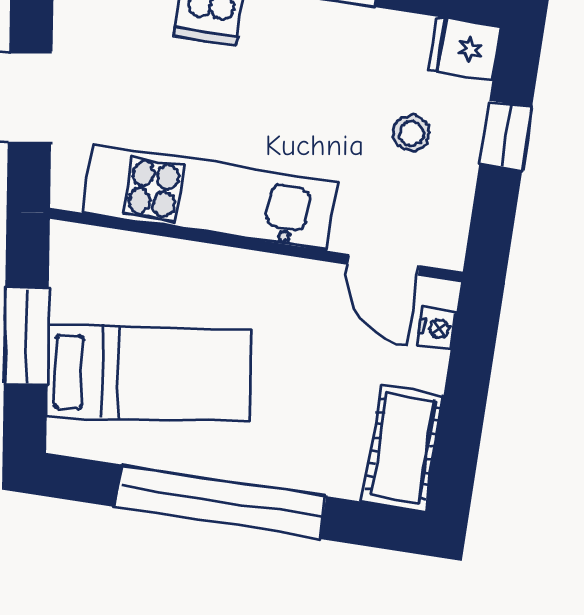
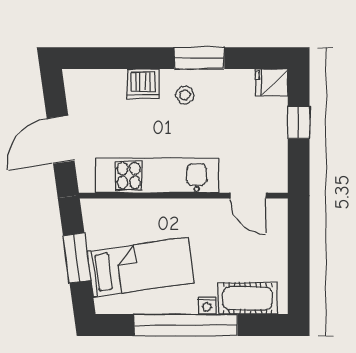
stool: (411, 133) -> (185, 95), moved
nightstand: (436, 329) -> (207, 306), moved, turned 90
cot: (403, 449) -> (248, 298), moved, turned 90

